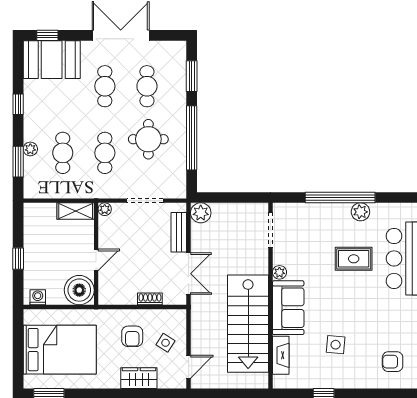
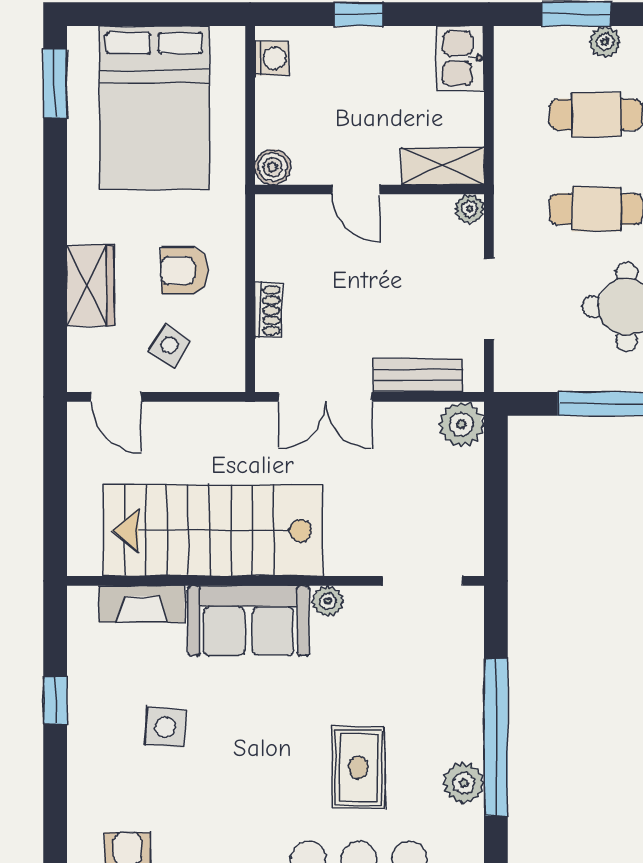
shelving: (76, 211) -> (443, 166), moved, turned 90
kitchen sink: (38, 213) -> (461, 58), added
boiler: (79, 290) -> (273, 167), width x0.54, depth x0.54

